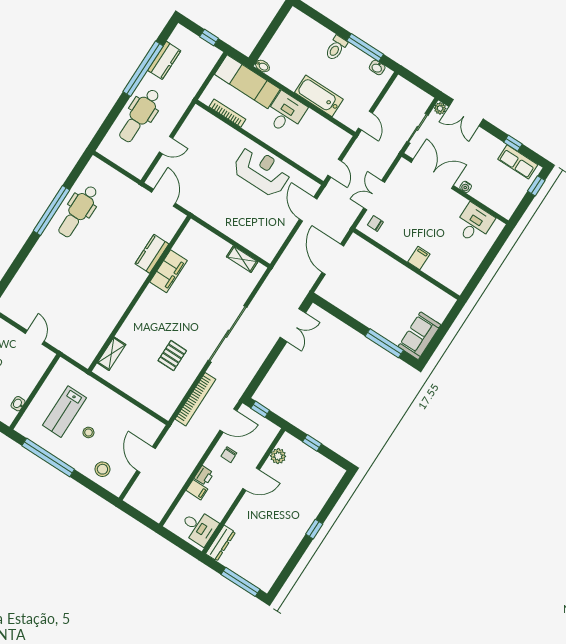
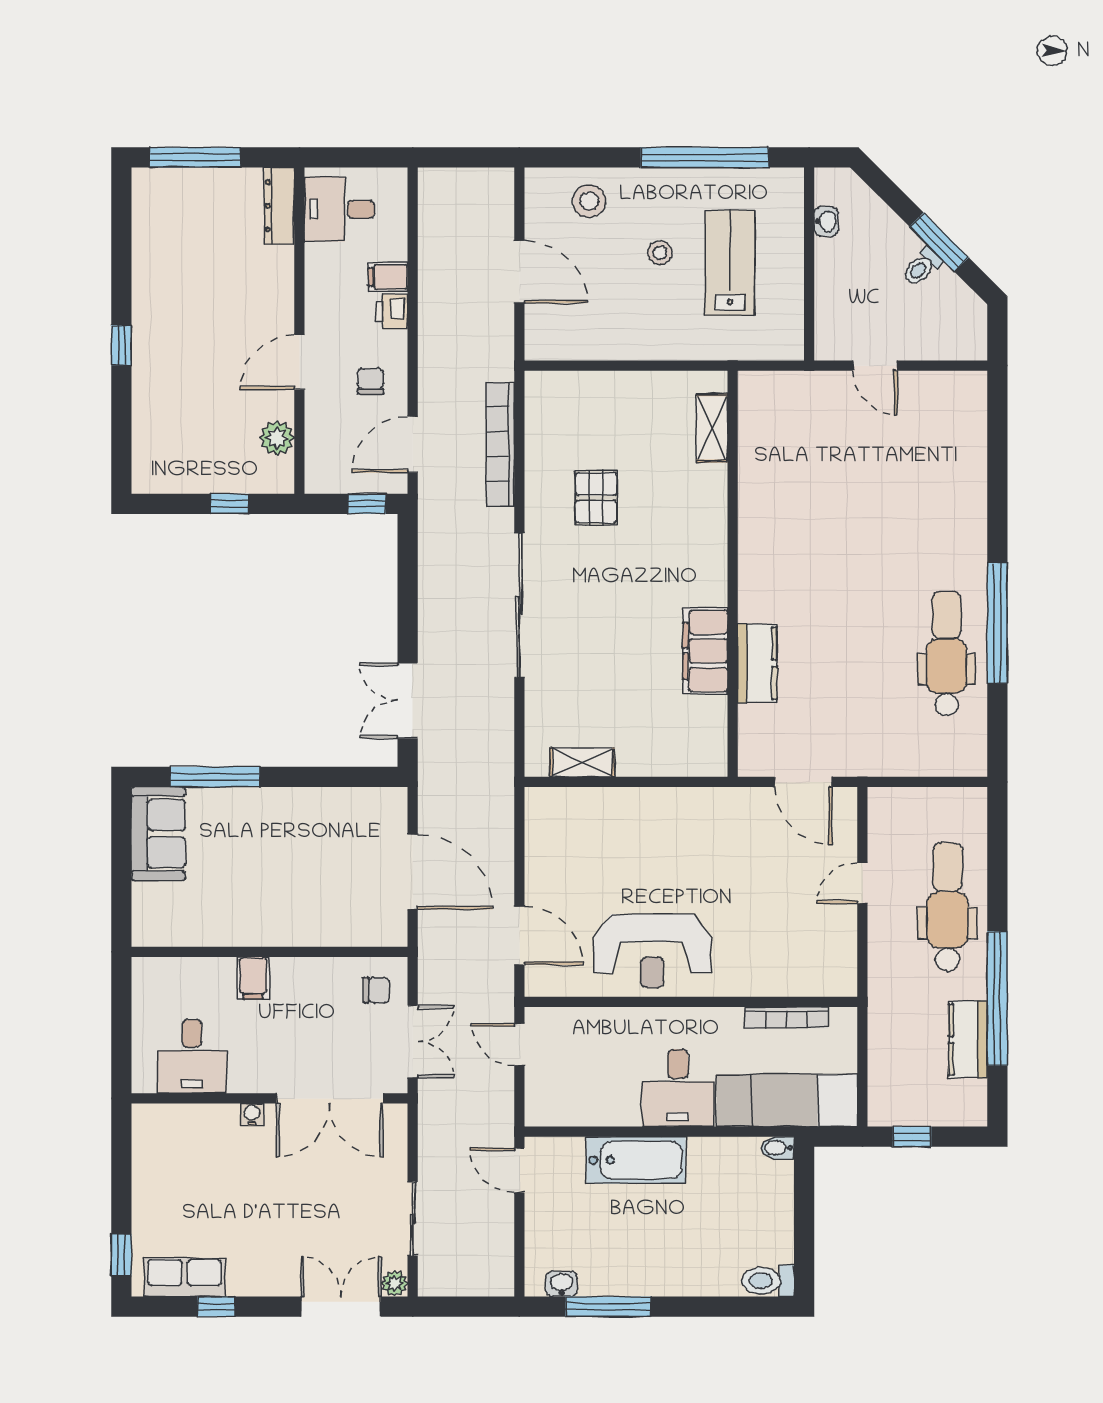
toilet: (336, 48) -> (768, 1281), moved, turned -90
double door: (432, 174) -> (330, 1098), moved
water cooler: (466, 187) -> (252, 1114), moved
wall: (455, 189) -> (270, 1098), moved
desk: (474, 223) -> (192, 1056), moved

